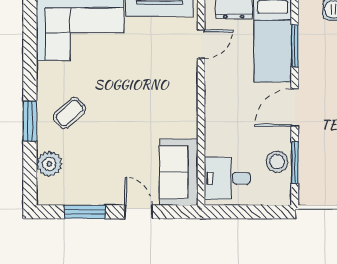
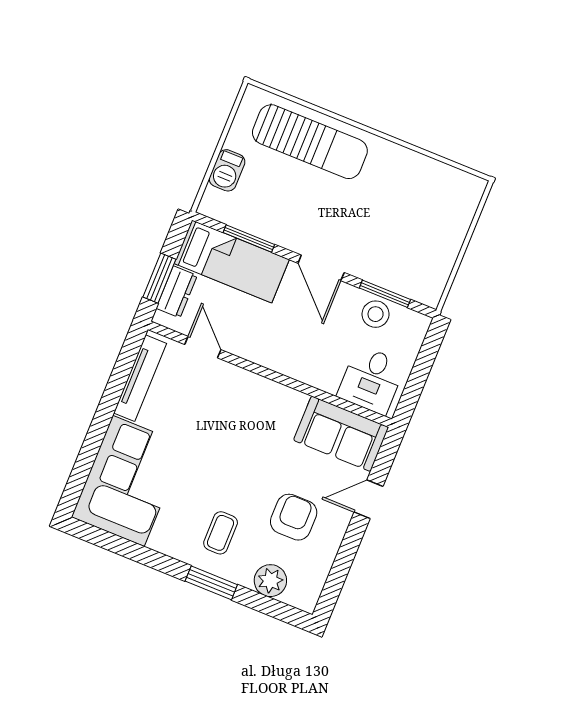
coffee table: (70, 113) -> (221, 533), turned 42
armchair: (103, 162) -> (294, 517), added
window: (85, 212) -> (343, 562), removed

